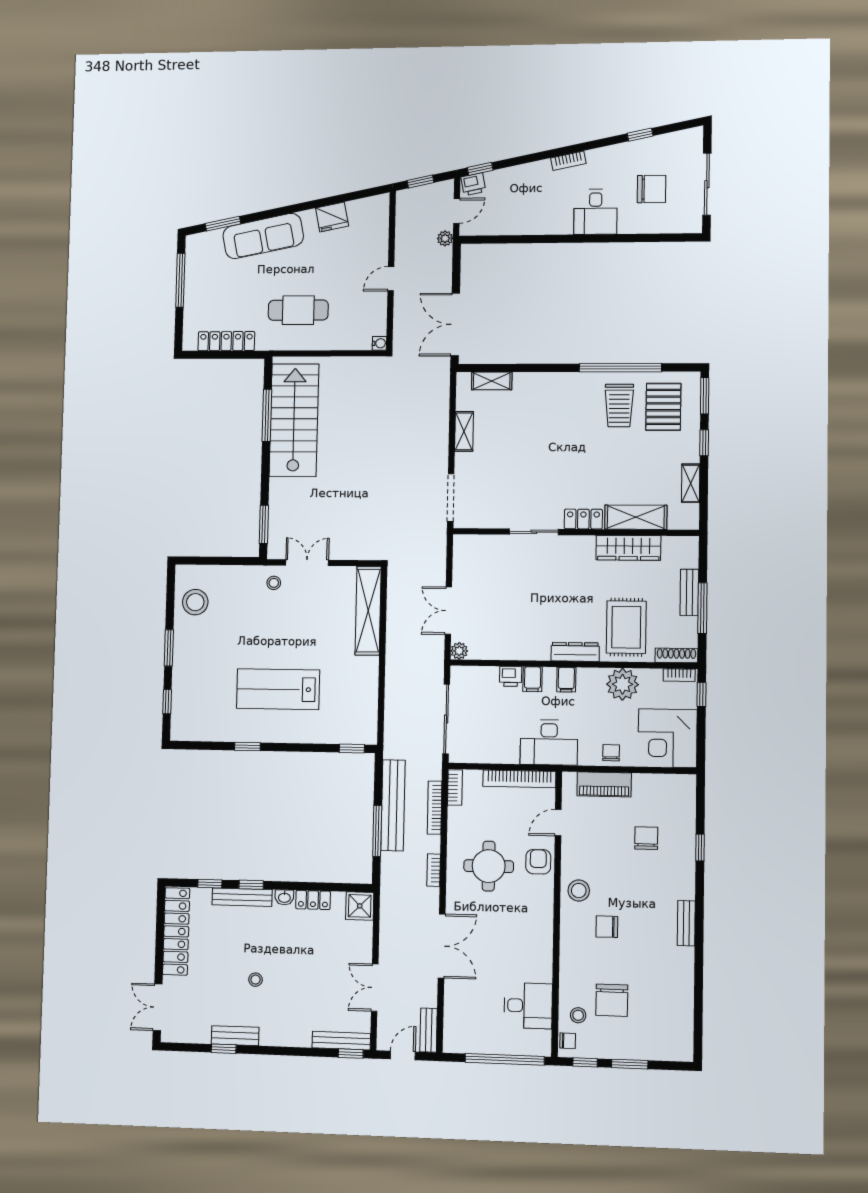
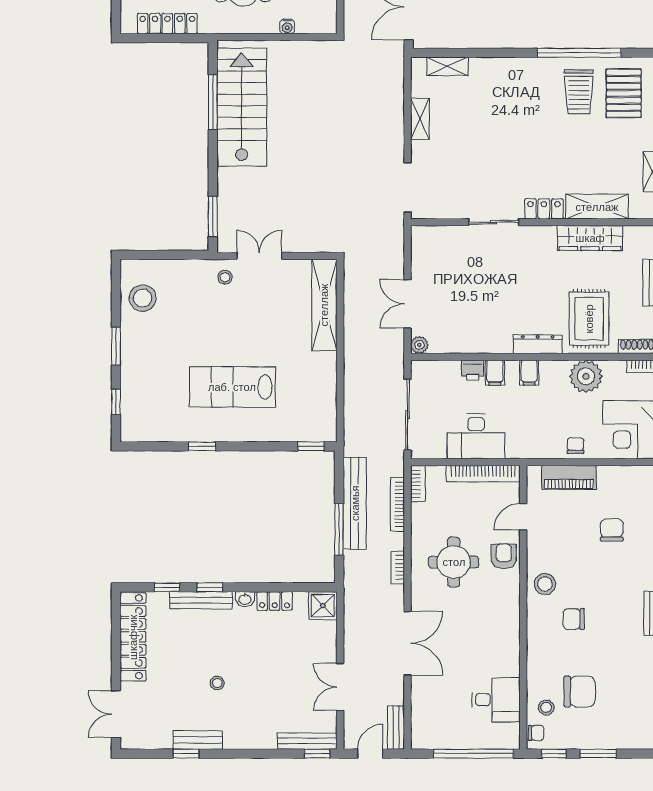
water cooler: (379, 343) -> (287, 27), moved, turned 90
desk: (549, 742) -> (476, 436), moved
chair: (612, 1000) -> (580, 692), turned -90

